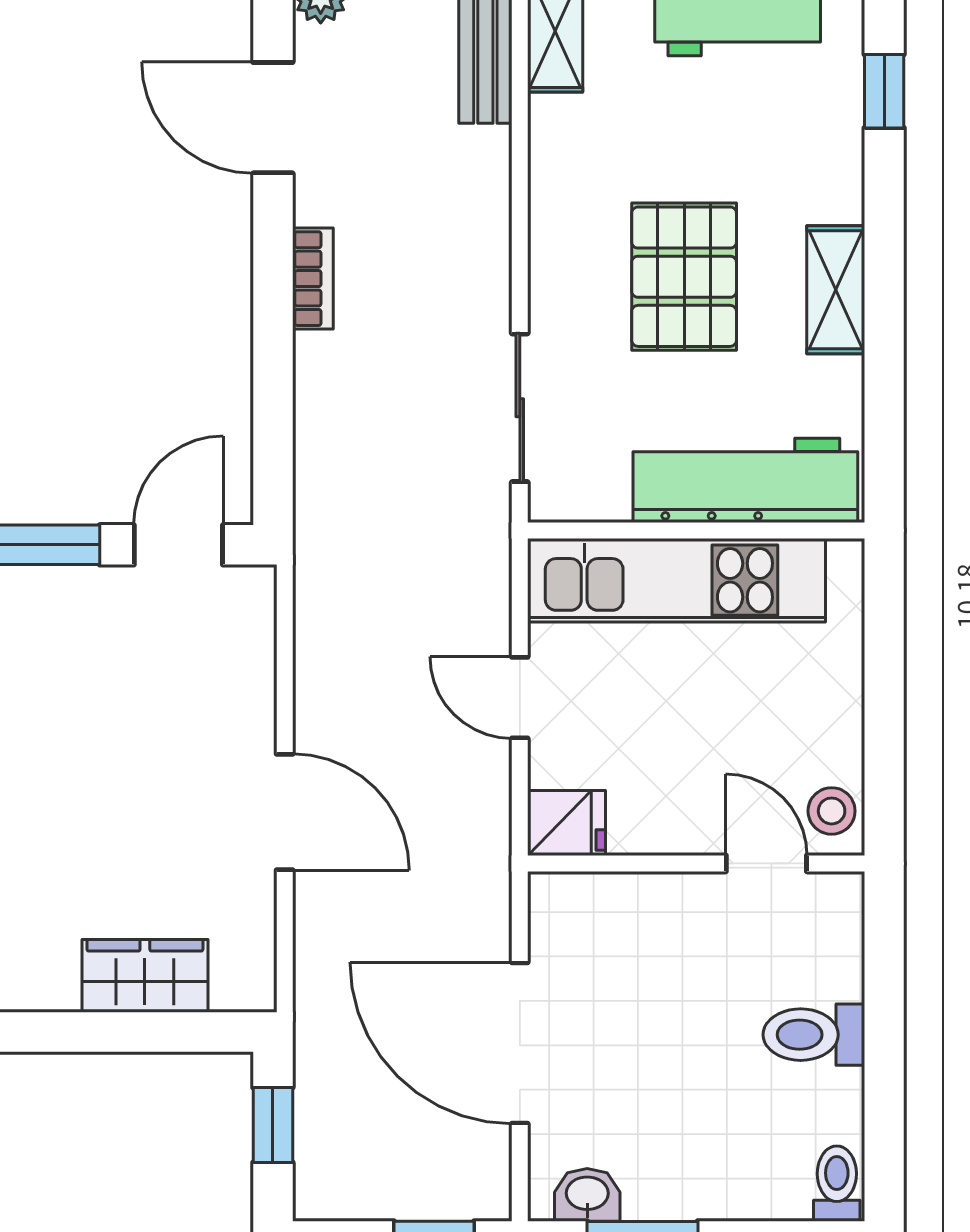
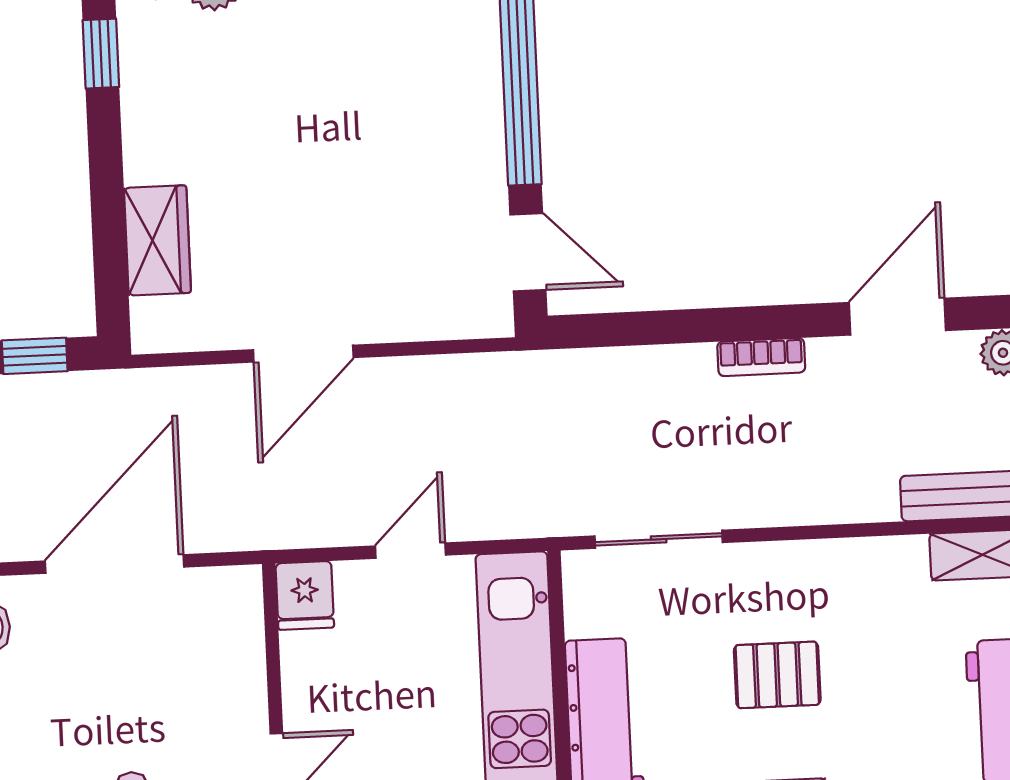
pallet: (684, 277) -> (777, 675), width x0.67, depth x0.71

